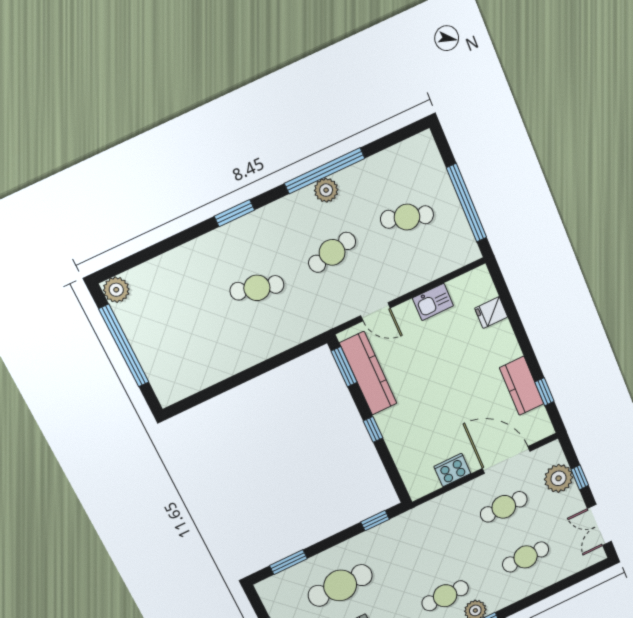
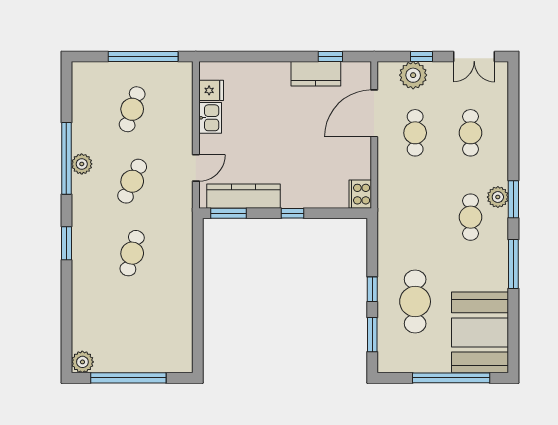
cafe table: (332, 252) -> (132, 181), turned 36
fridge: (491, 313) -> (211, 90), moved, turned -90
cooker: (452, 470) -> (360, 194), moved
window: (375, 521) -> (372, 289), moved

